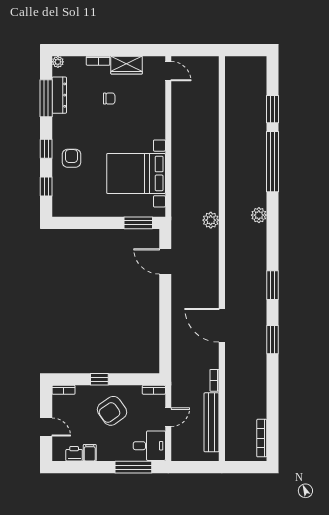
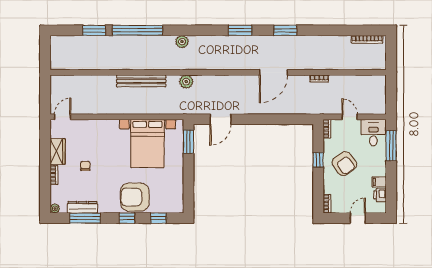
armchair: (71, 158) -> (135, 197), width x1.88, depth x1.88
window: (99, 379) -> (318, 160), moved
bench: (212, 422) -> (141, 81), moved

